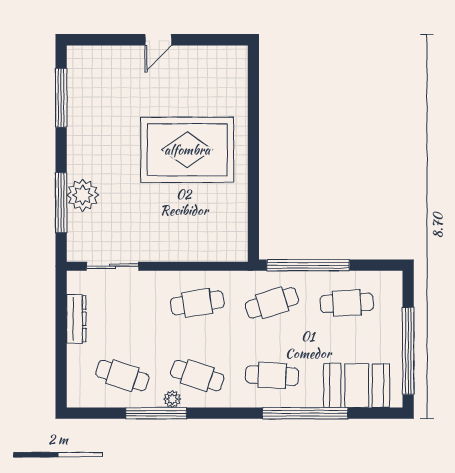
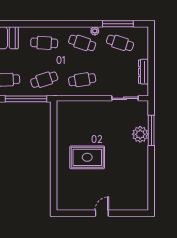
window: (61, 98) -> (151, 184), removed
rug: (187, 150) -> (87, 157), width x0.73, depth x0.69
window: (156, 413) -> (118, 24), moved
window: (305, 413) -> (27, 24), removed

